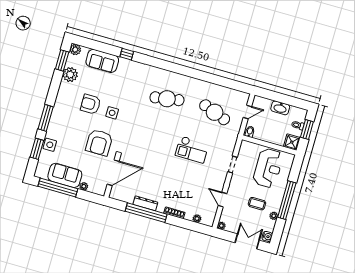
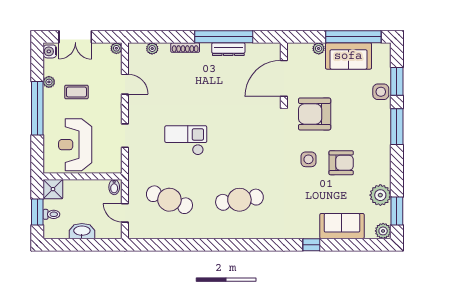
door: (247, 112) -> (125, 213), hinge flipped
armchair: (99, 142) -> (315, 114), turned -90

